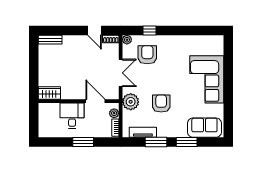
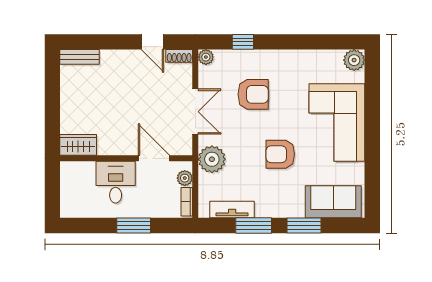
plant: (217, 41) -> (354, 60), added
armchair: (147, 55) -> (253, 94), moved, turned 90
armchair: (161, 104) -> (280, 154), moved, turned -90

